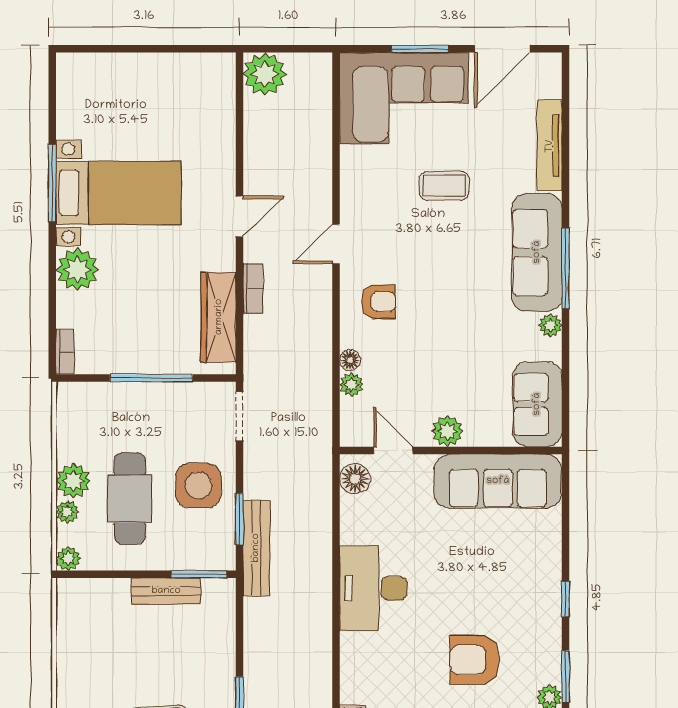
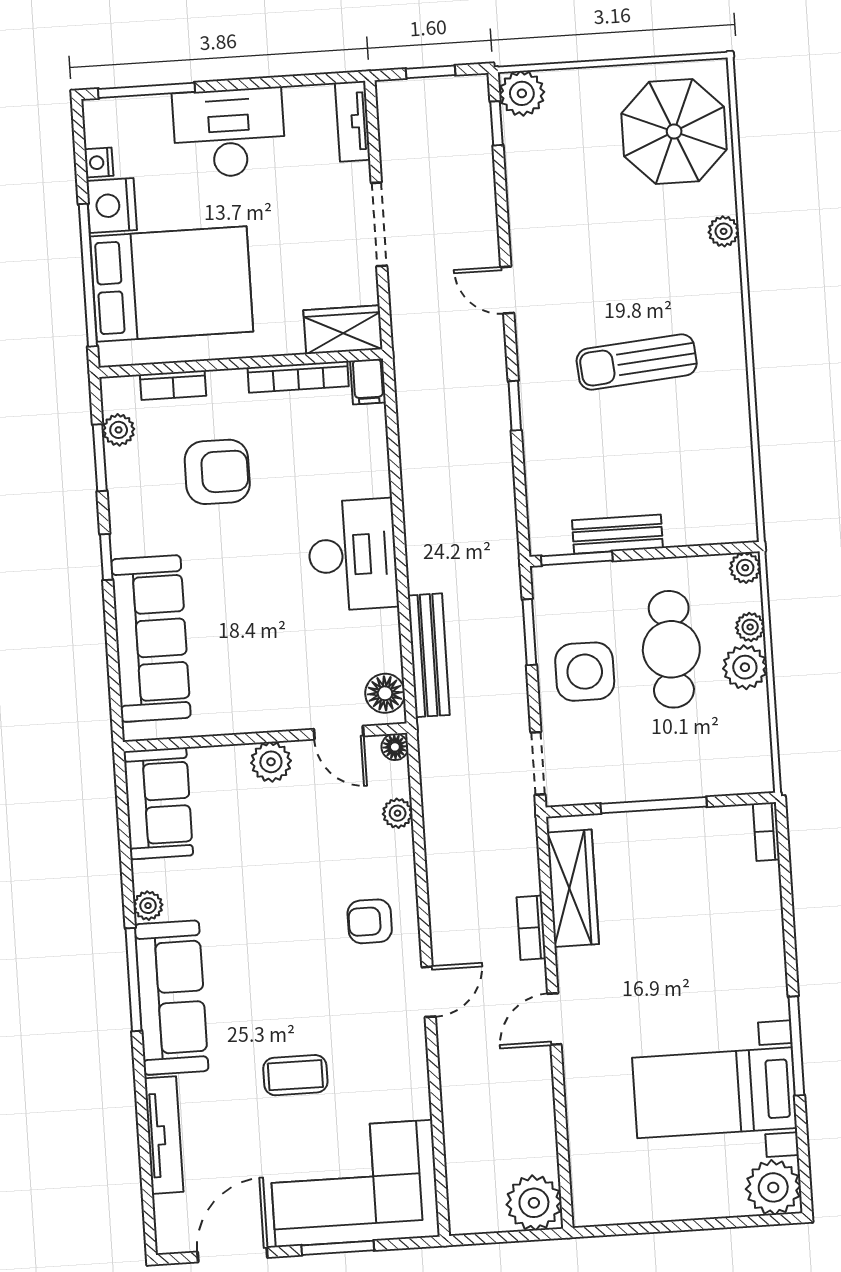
bed with nightstands: (118, 193) -> (715, 1093), moved
plant: (77, 270) -> (773, 1187), moved
floor lamp: (350, 360) -> (395, 747), moved
sofa: (498, 481) -> (151, 639), moved, turned 90
bench: (256, 548) -> (429, 655), moved

